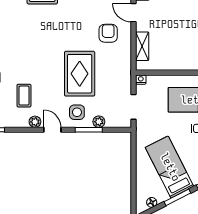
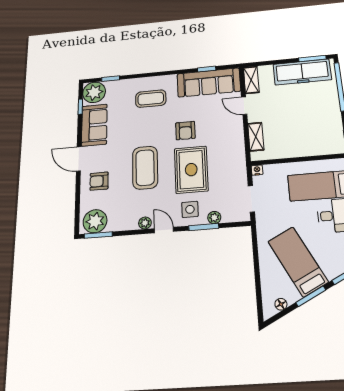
armchair: (108, 33) -> (185, 131), moved, turned 180
coffee table: (24, 96) -> (145, 168), moved, width x1.86, depth x1.72

